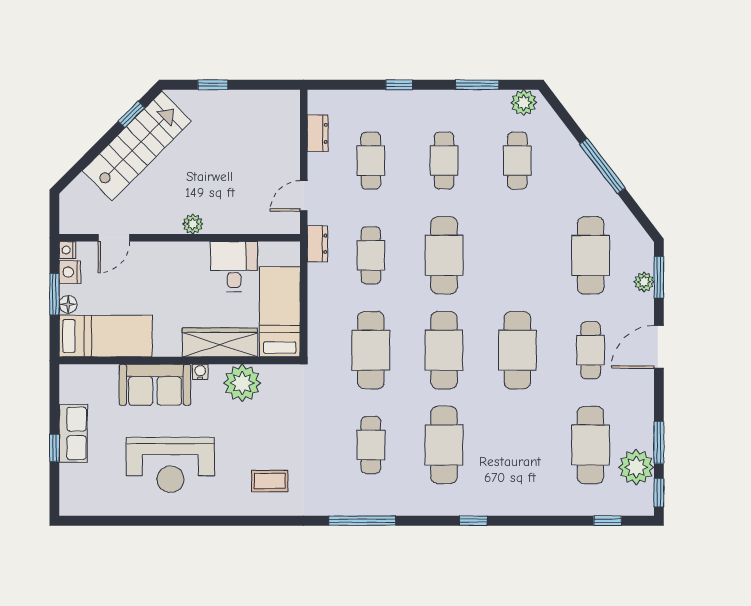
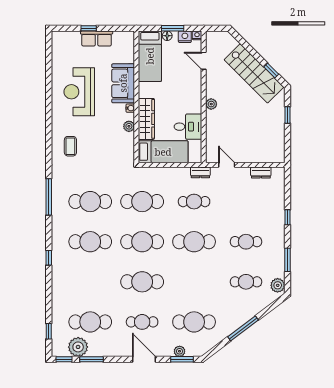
cafe table: (371, 161) -> (246, 202), removed
plant: (242, 383) -> (129, 126), width x0.53, depth x0.53
cafe table: (371, 445) -> (90, 202), width x1.37, depth x1.35

